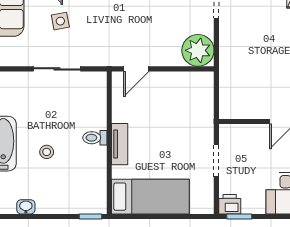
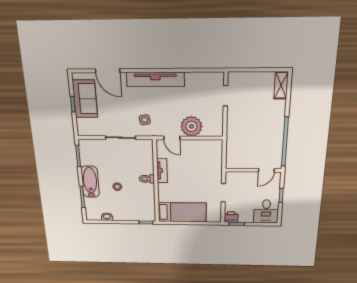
side table: (60, 21) -> (145, 120), moved
plant: (198, 50) -> (191, 126), moved
door: (136, 69) -> (172, 138), hinge flipped
tv unit: (120, 144) -> (162, 171), moved

